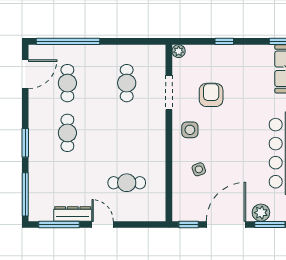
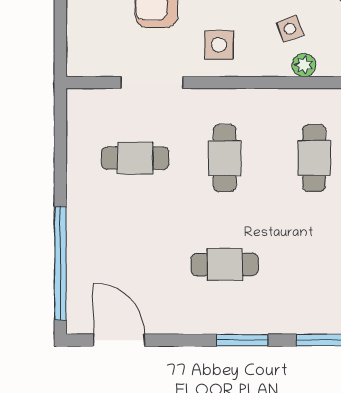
plant: (179, 51) -> (304, 65), moved
cafe table: (67, 83) -> (225, 158), moved, turned 90

